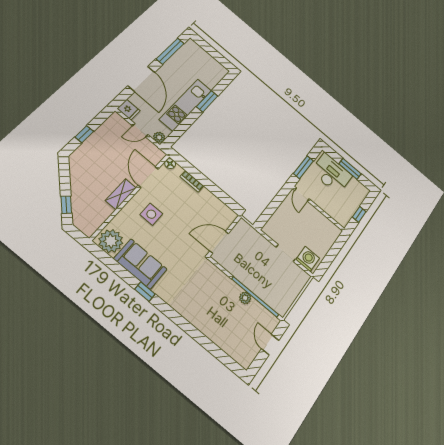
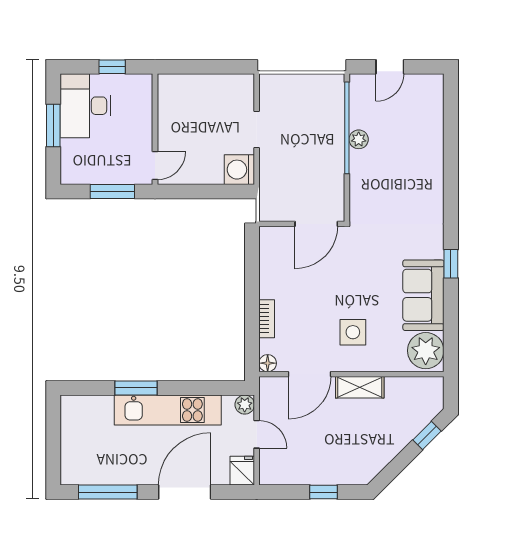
desk: (331, 173) -> (85, 106), moved
door: (219, 242) -> (316, 224), hinge flipped
washing machine: (308, 259) -> (239, 170), moved

